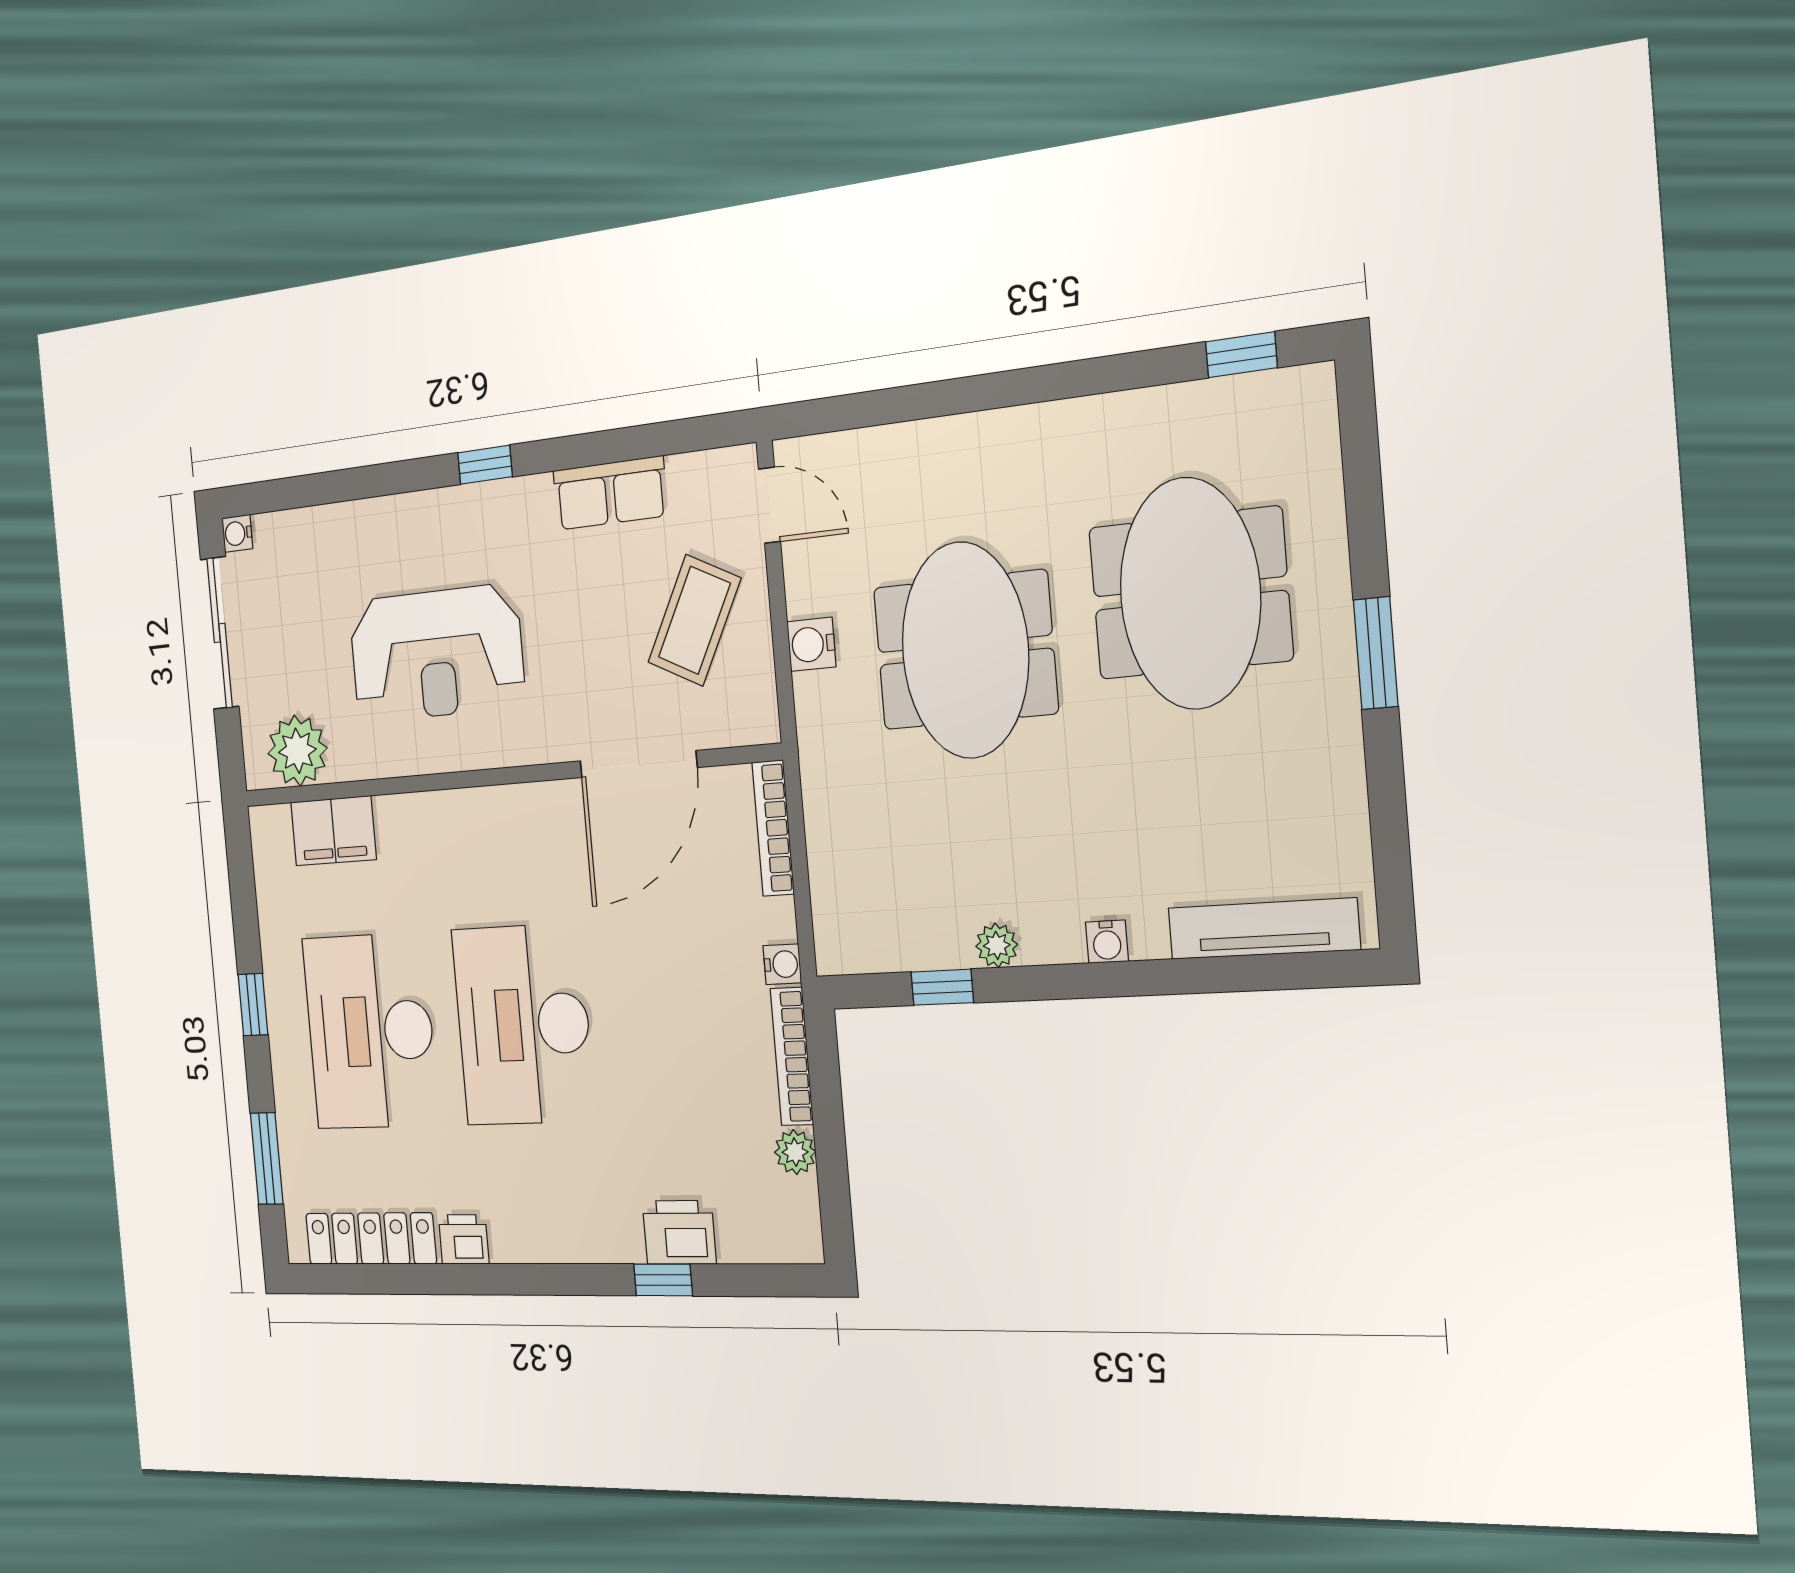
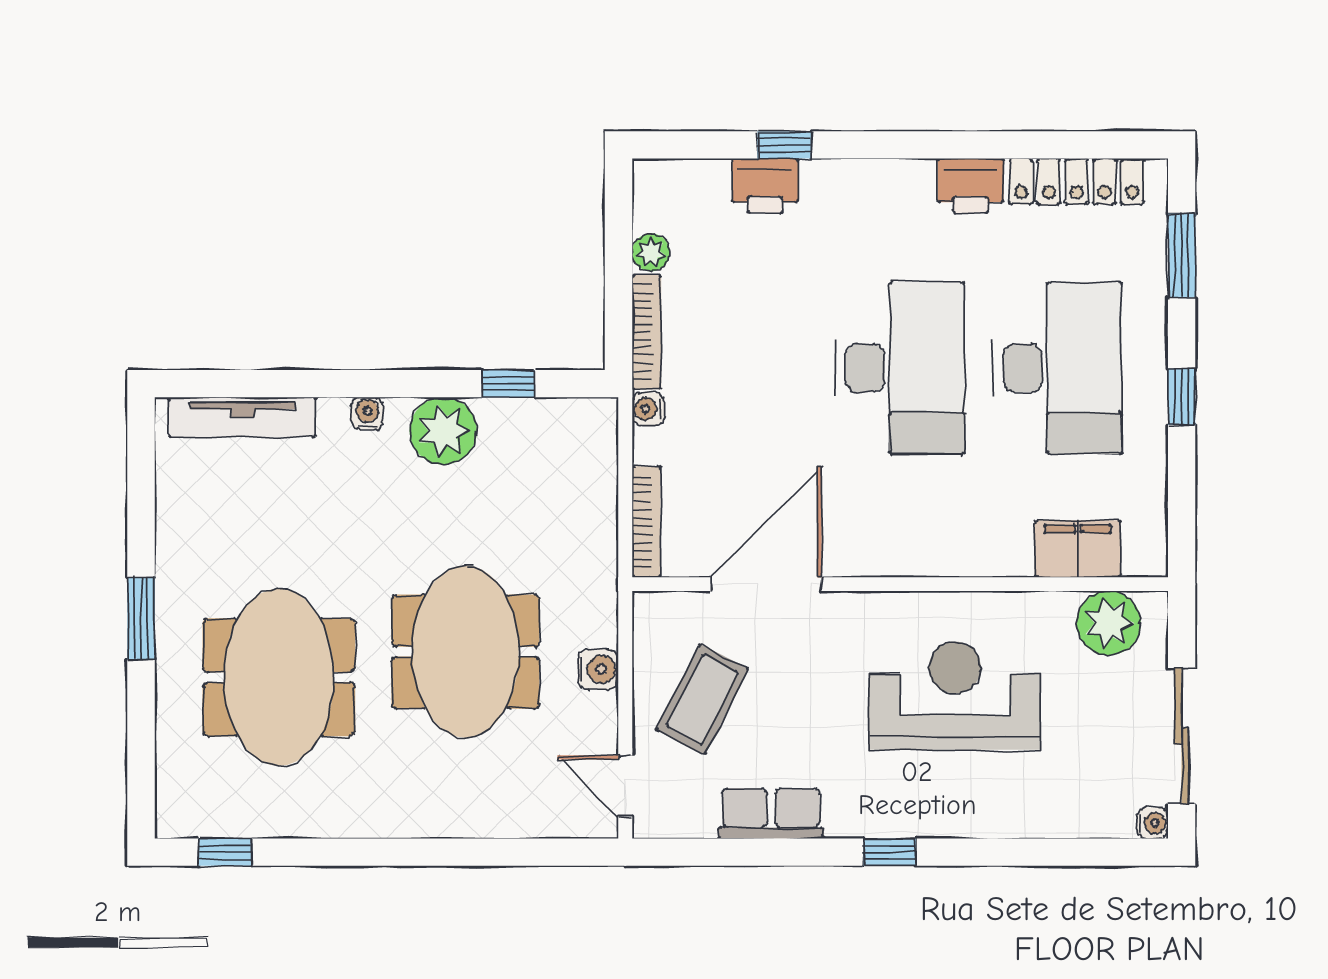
plant: (997, 945) -> (443, 431), width x1.87, depth x1.87
printer: (464, 1239) -> (970, 186), width x1.36, depth x1.24

